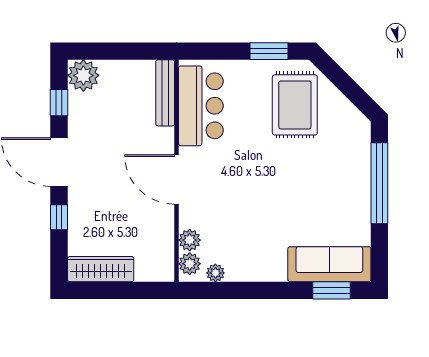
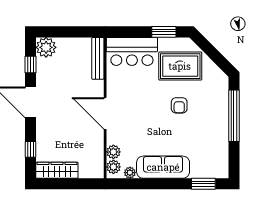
rug: (295, 105) -> (180, 66), turned 90
bar counter: (201, 106) -> (132, 51), moved, turned 90
armchair: (293, 167) -> (179, 105), added
window: (59, 217) -> (31, 149), moved
sofa: (329, 264) -> (163, 167), moved

